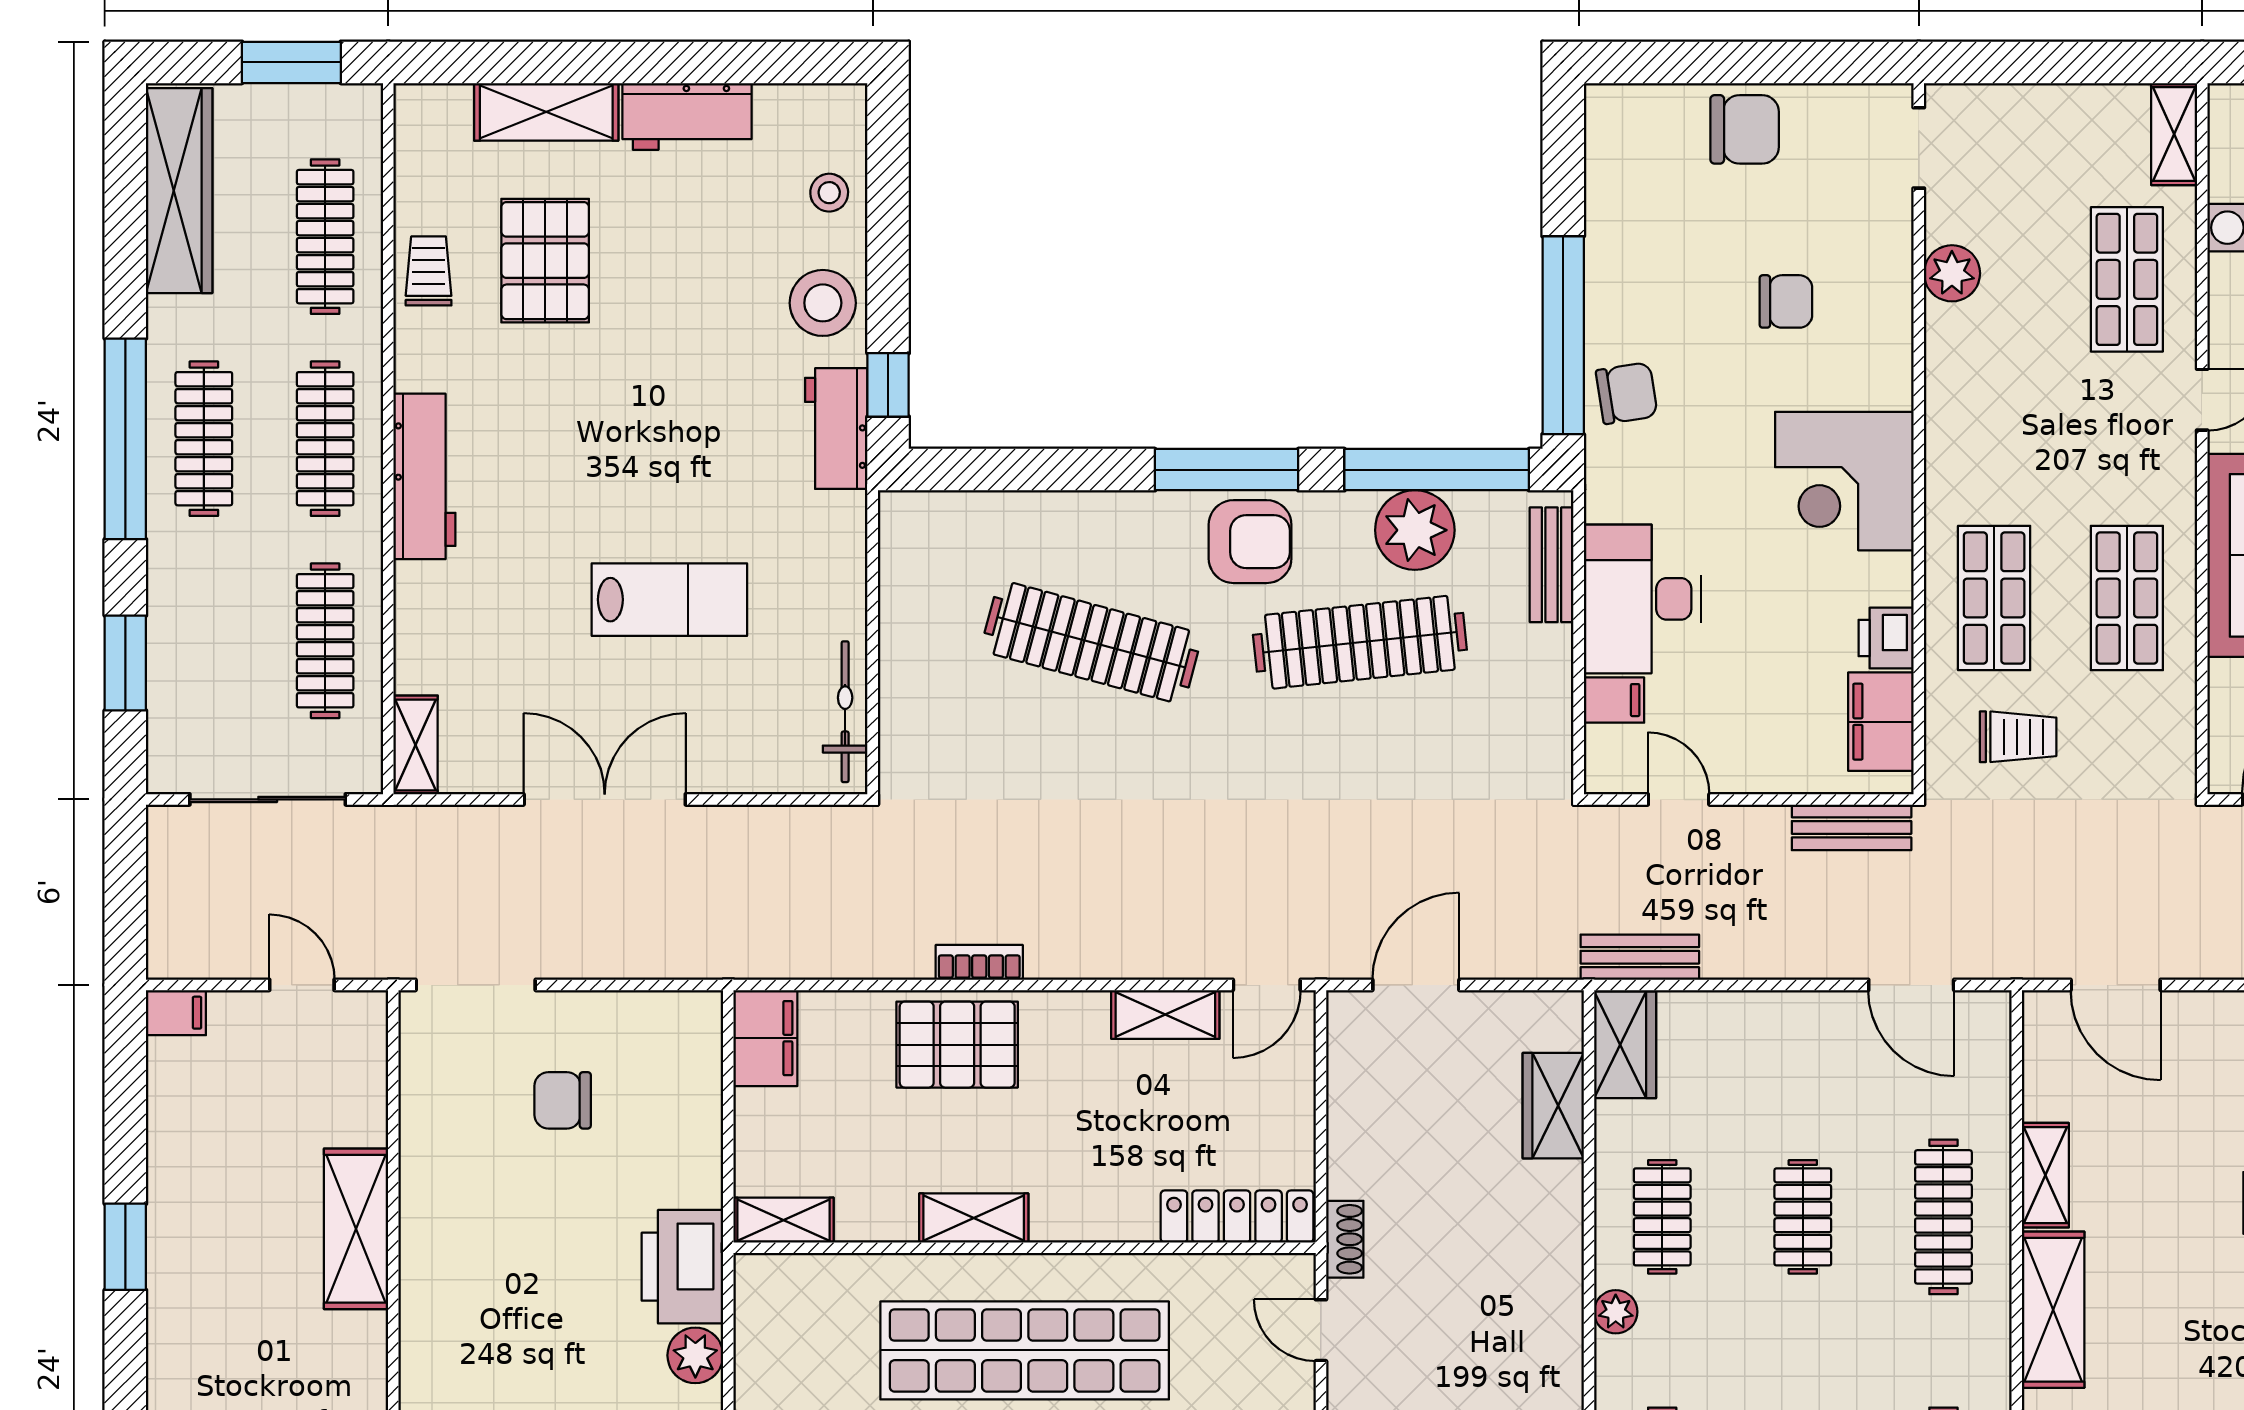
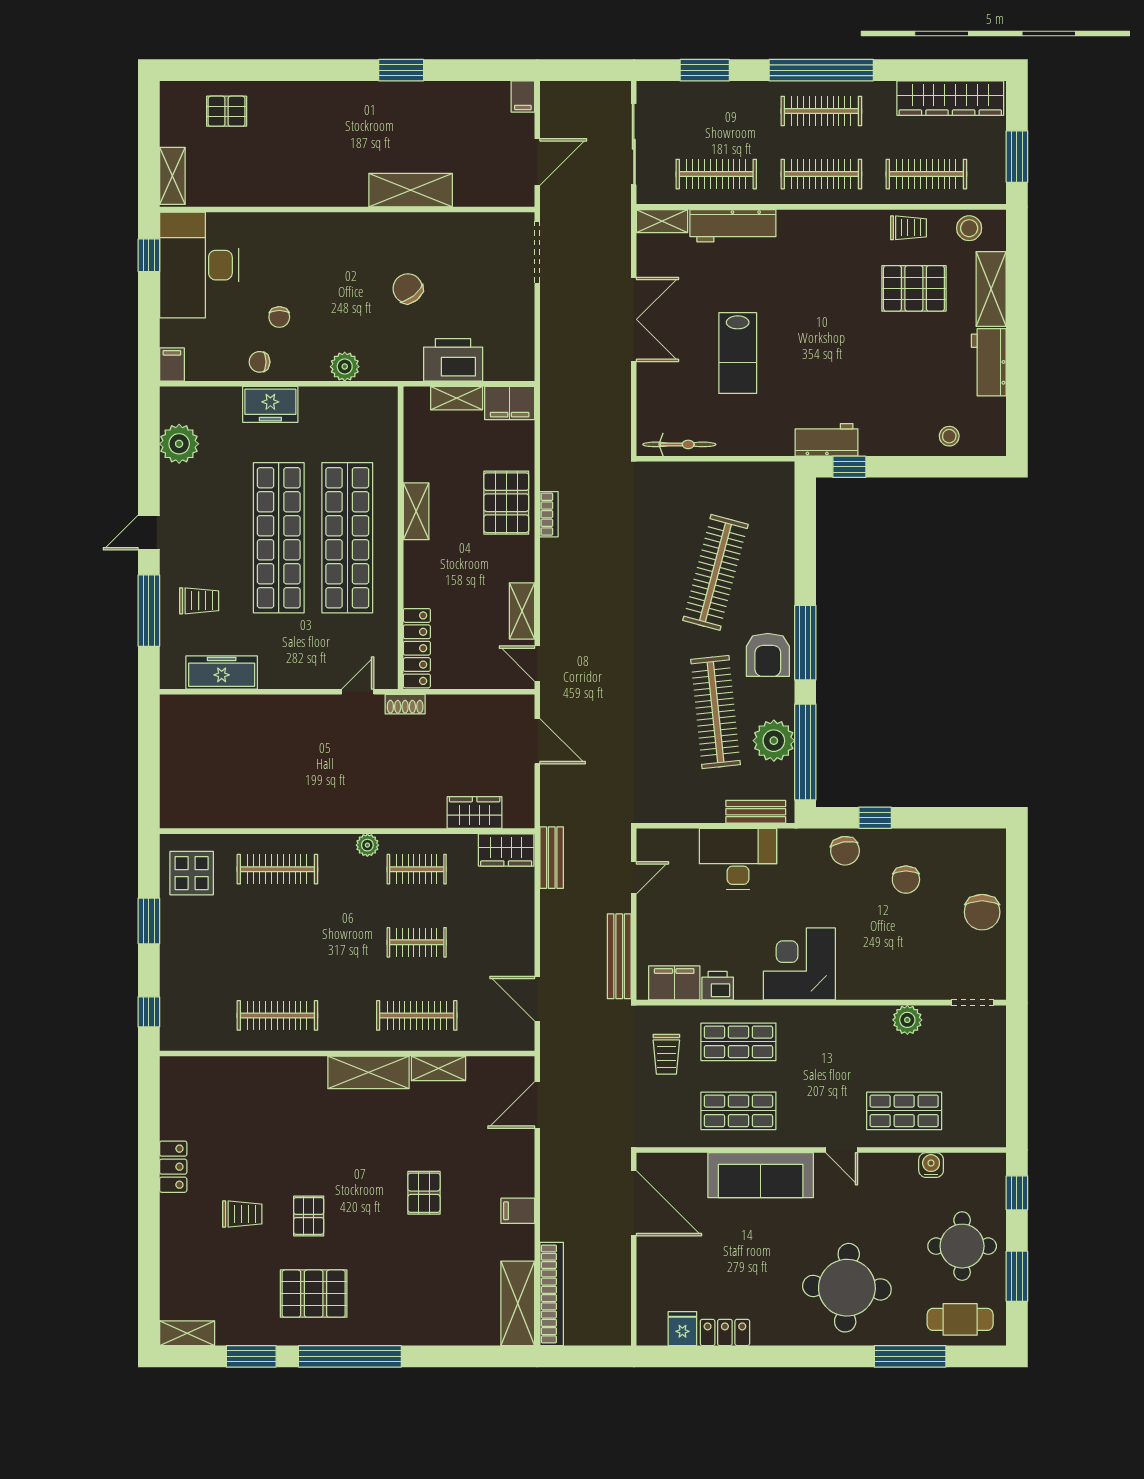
shelving: (2174, 134) -> (980, 1135), removed
chair: (1786, 301) -> (906, 880), moved
stool: (823, 303) -> (969, 228), moved, width x0.73, depth x0.73
window: (1563, 335) -> (875, 818), width x0.32
workbench: (424, 476) -> (733, 226), moved
filing cabinet: (1614, 700) -> (685, 844), removed
bench: (1852, 827) -> (619, 956), width x1.36
door: (302, 985) -> (537, 162), width x1.38
door: (1911, 985) -> (537, 999), hinge flipped
chair: (563, 1100) -> (408, 289), moved, turned -39
shelving: (783, 1220) -> (457, 398), moved, turned 90
printer: (682, 1267) -> (453, 360), moved

